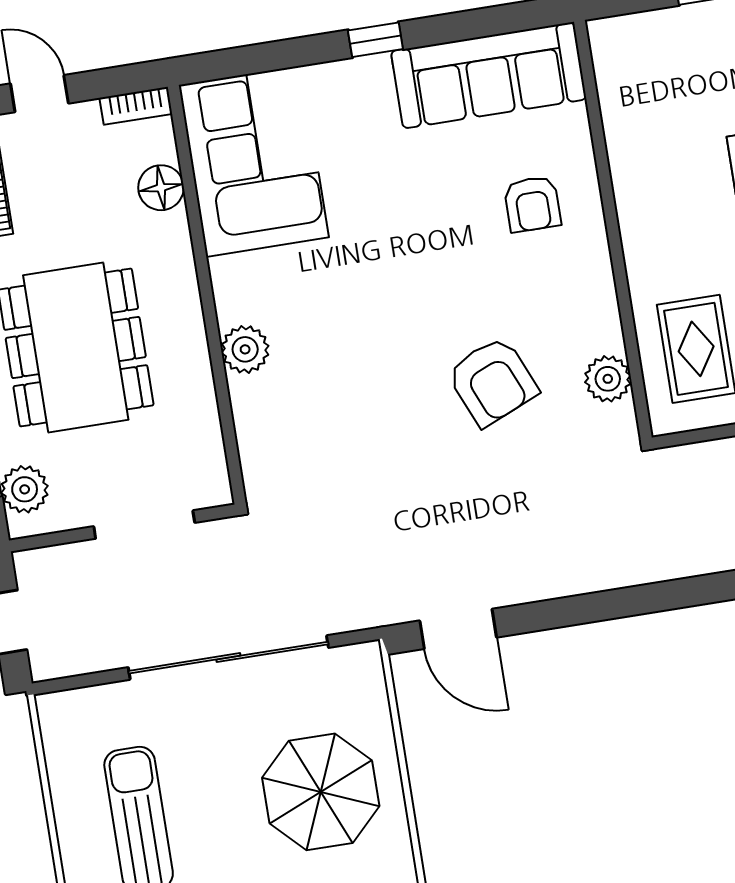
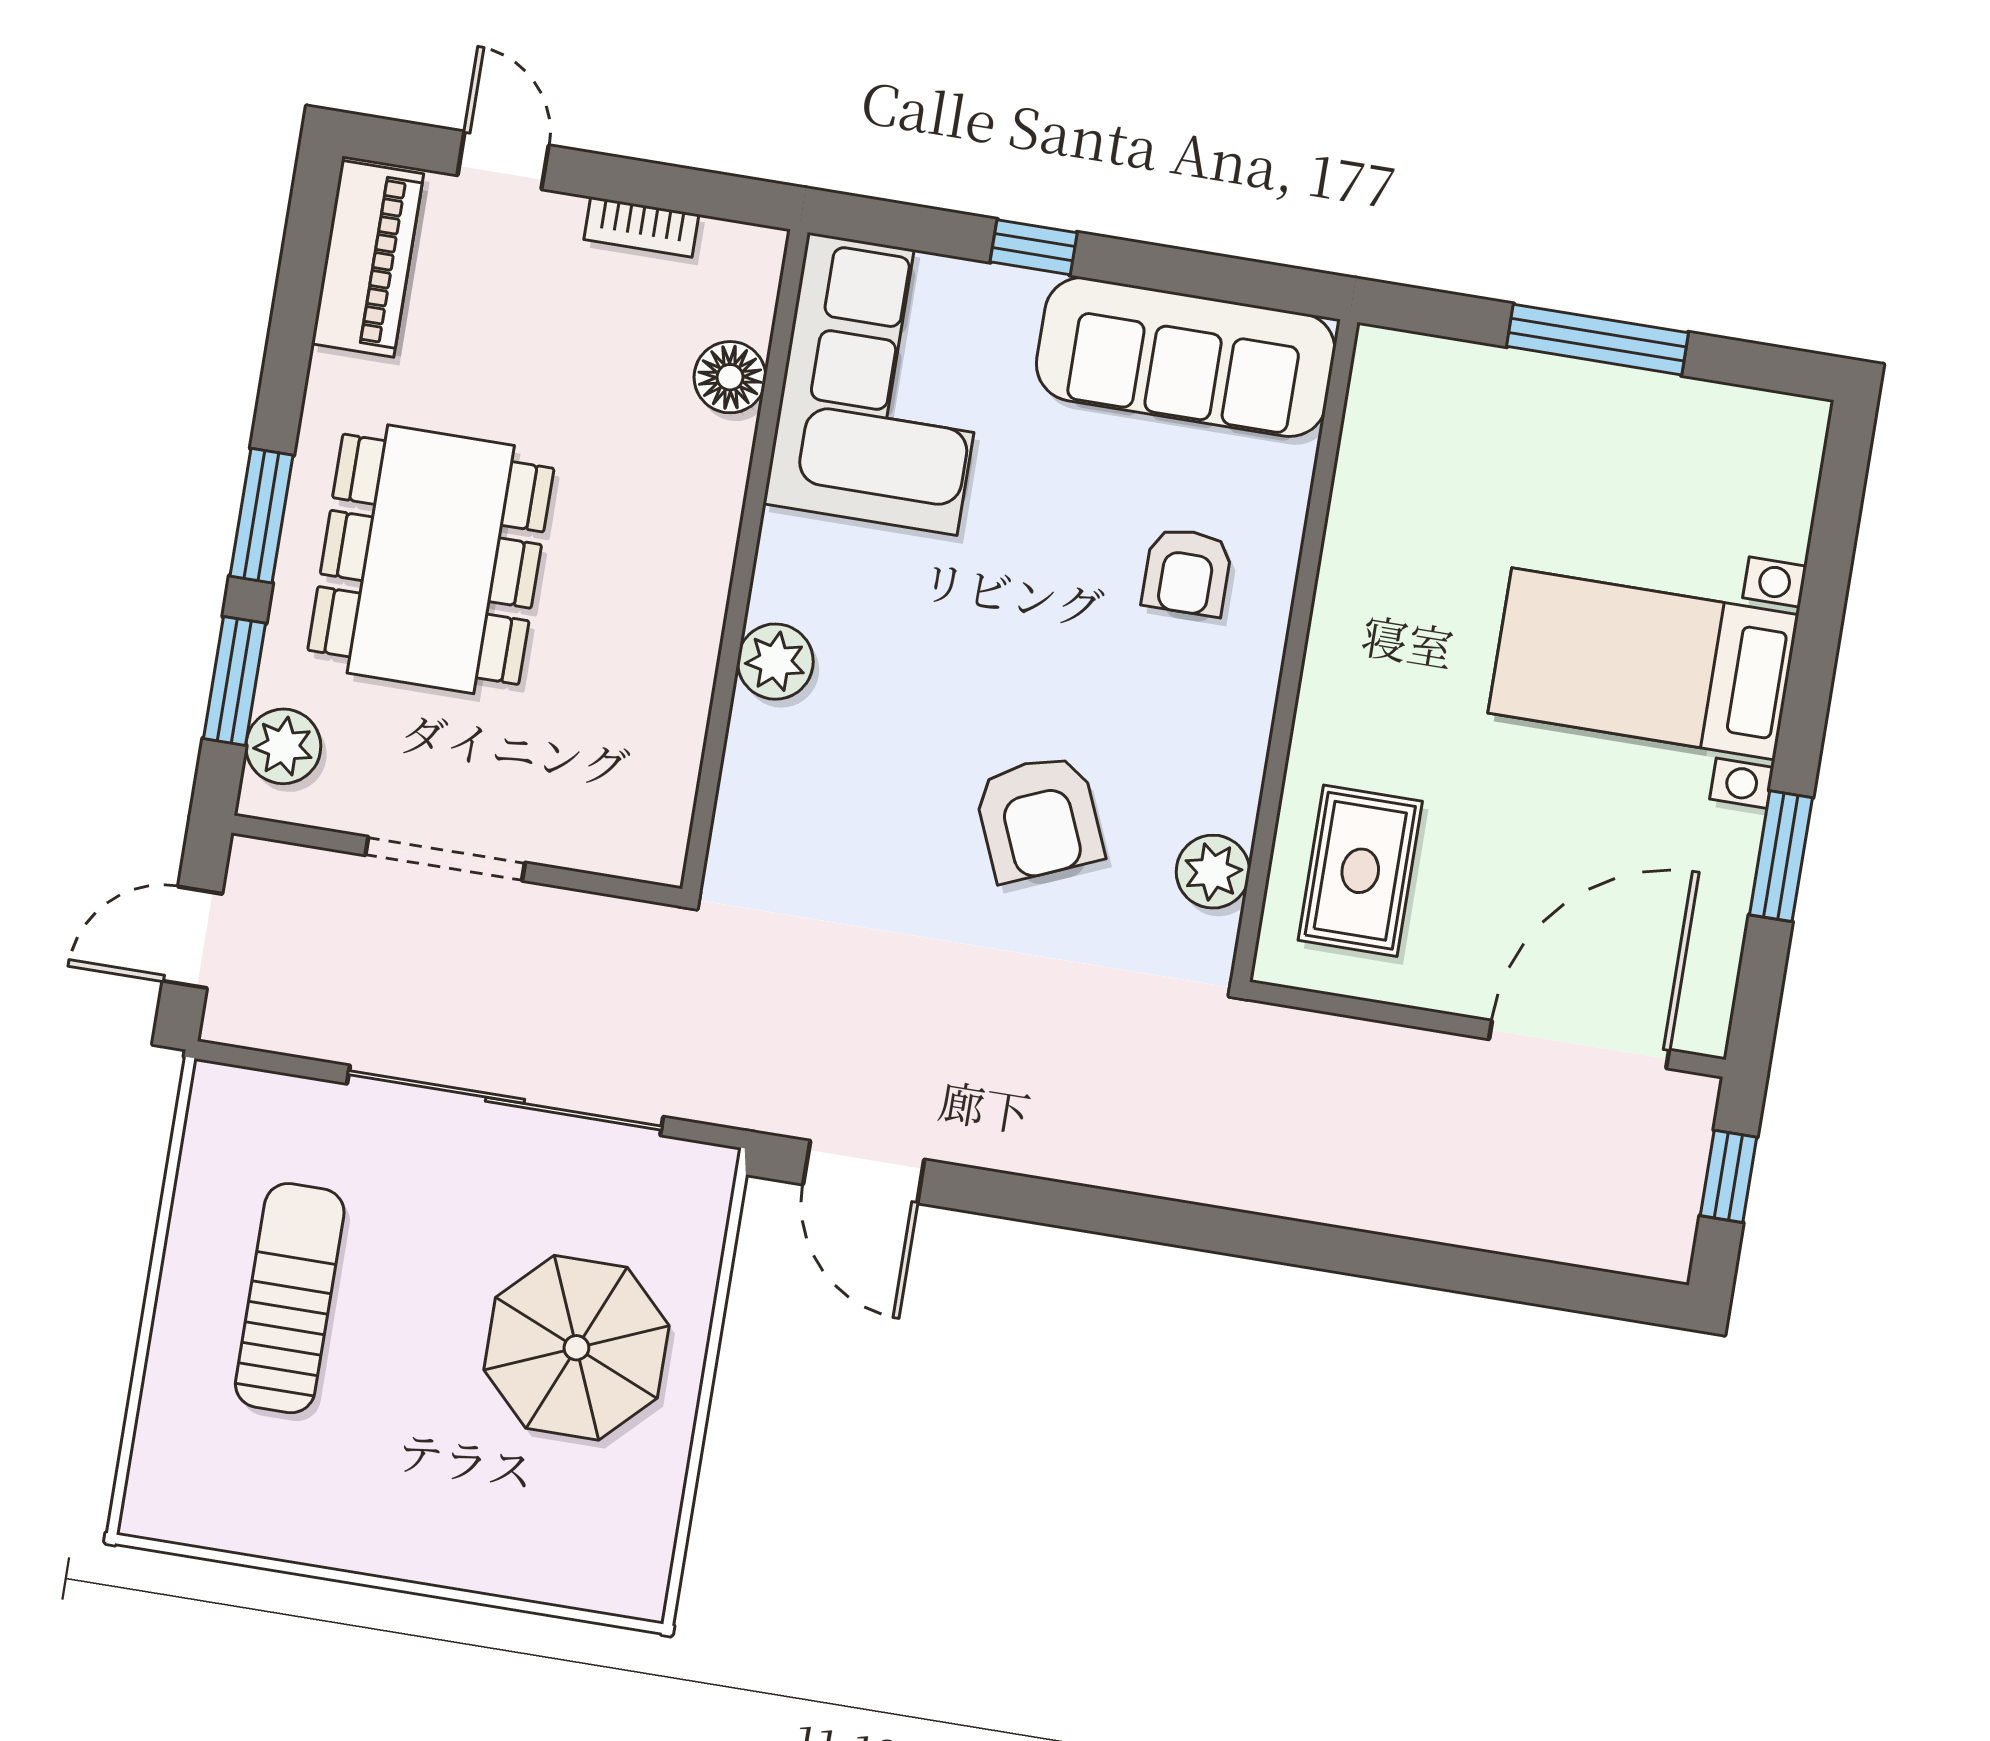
corner sofa: (254, 161) -> (882, 384), moved
floor lamp: (161, 188) -> (730, 377), moved
wall: (207, 295) -> (745, 560), moved
plant: (245, 349) -> (775, 662), moved

